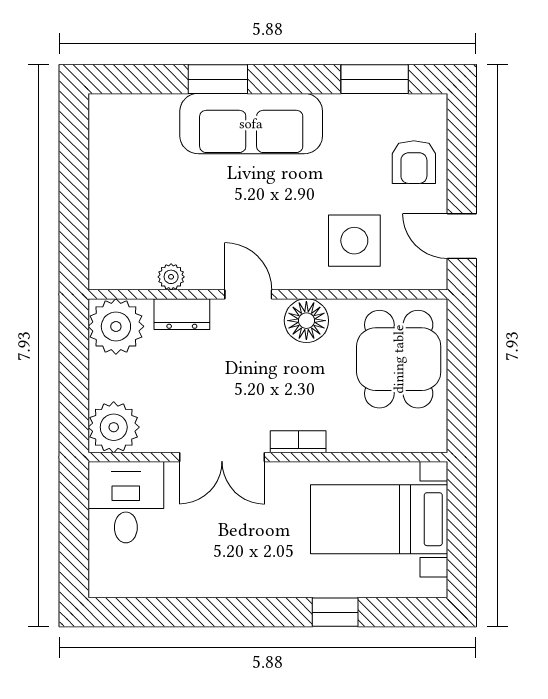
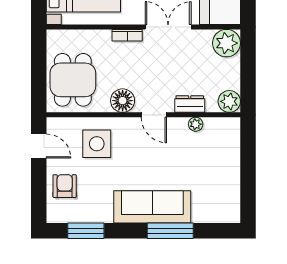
window: (218, 79) -> (170, 231), width x1.44
plant: (116, 326) -> (229, 101), width x0.73, depth x0.73

